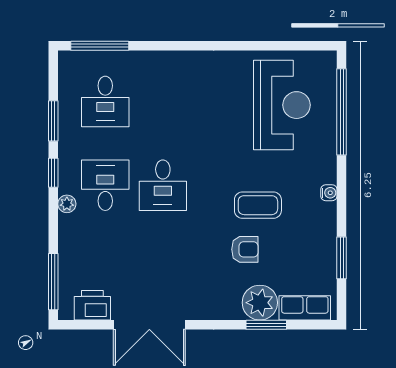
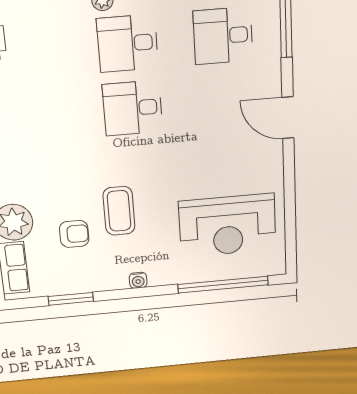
door: (183, 46) -> (288, 118), added
desk: (105, 185) -> (128, 43), turned 180
armchair: (245, 249) -> (74, 234), moved, turned -90

